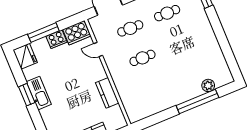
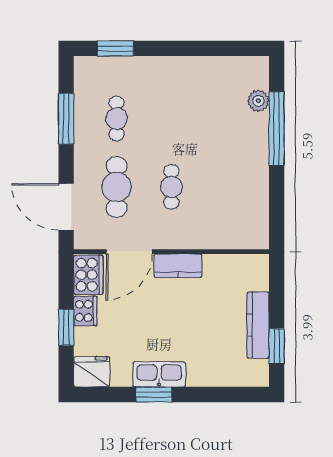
cafe table: (130, 28) -> (117, 187), width x1.37, depth x1.35
window: (43, 33) -> (66, 327), width x0.69
door: (98, 50) -> (129, 252), width x1.88
kitchen counter: (107, 93) -> (178, 266), moved

